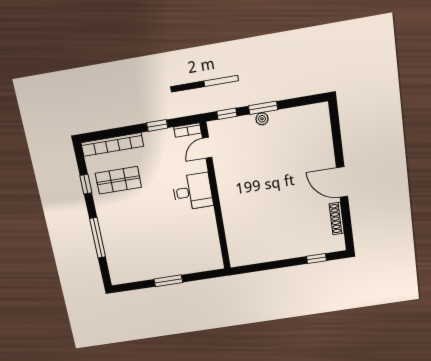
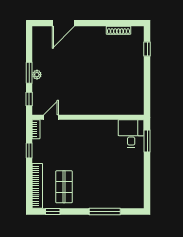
door: (207, 148) -> (51, 117), swing flipped
door: (342, 182) -> (63, 23), moved
window: (86, 184) -> (53, 211), moved
desk: (192, 192) -> (131, 134), moved
window: (168, 281) -> (147, 141), moved

